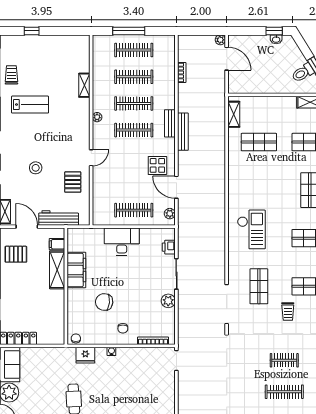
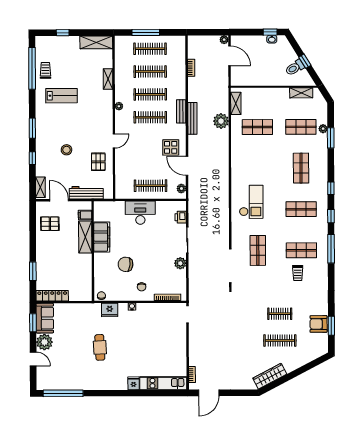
shelving: (71, 42) -> (96, 42), added
plant: (216, 135) -> (221, 121), added
trolley: (288, 311) -> (298, 273), moved

